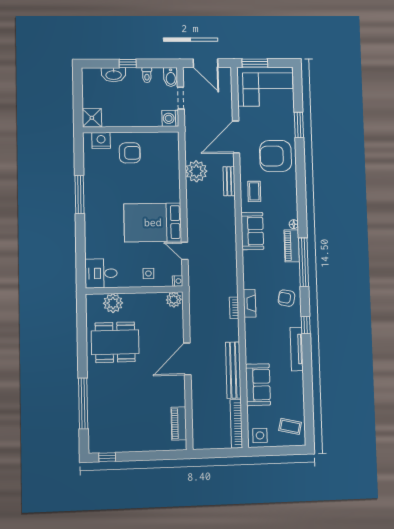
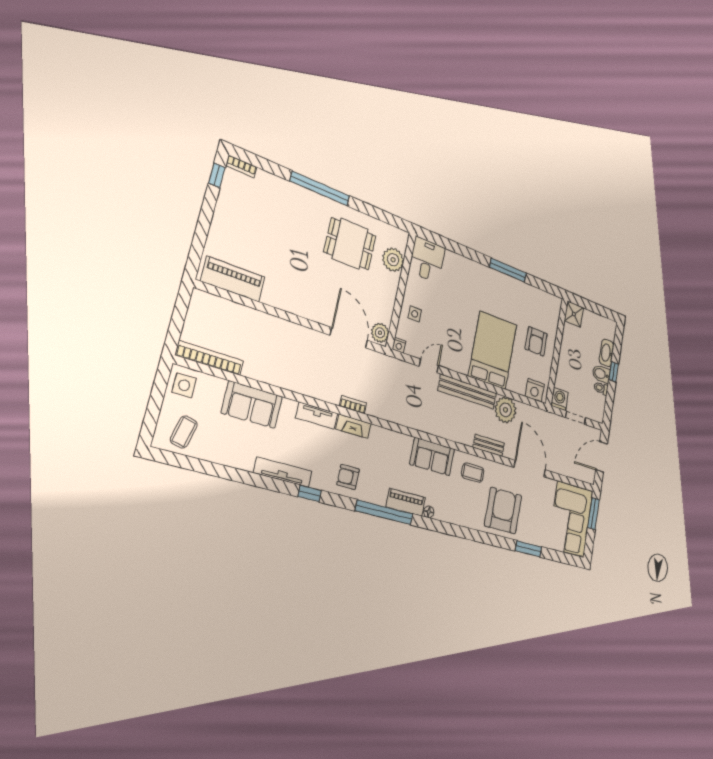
bidet: (171, 77) -> (601, 374), moved
nightstand: (101, 141) -> (535, 390), moved, turned 90
bed: (153, 222) -> (493, 350), moved
armchair: (286, 298) -> (348, 477), turned -101
tv unit: (251, 334) -> (317, 416), added
dining table: (115, 342) -> (350, 244), width x0.73
door: (187, 359) -> (349, 338), moved
bench: (233, 370) -> (468, 392), moved
window: (83, 403) -> (320, 189), moved
piano: (179, 424) -> (233, 279), width x1.37, depth x1.33
bookcase: (93, 442) -> (241, 166), added

